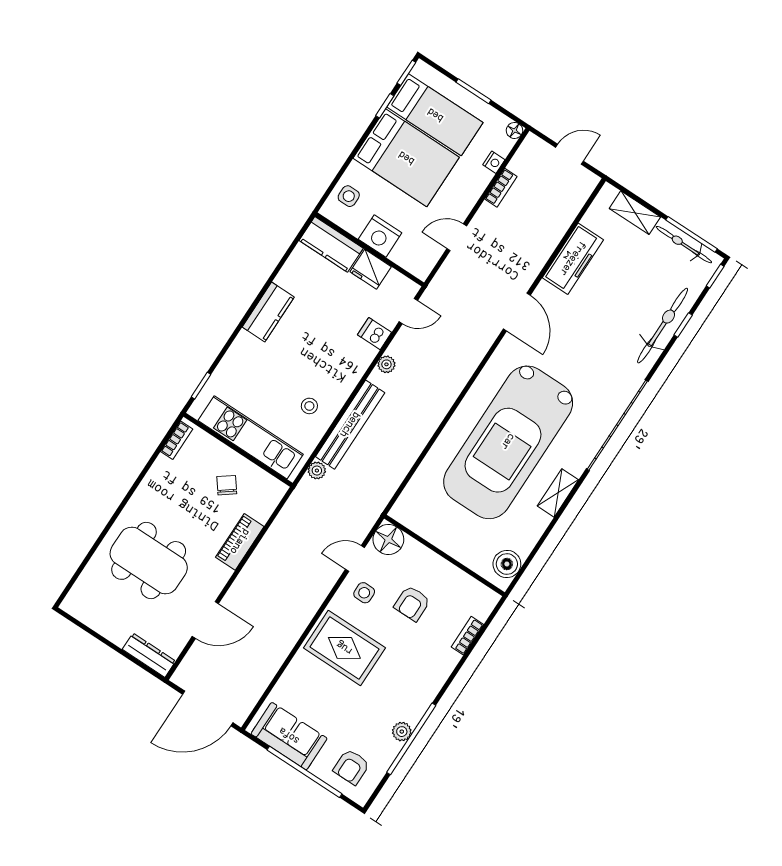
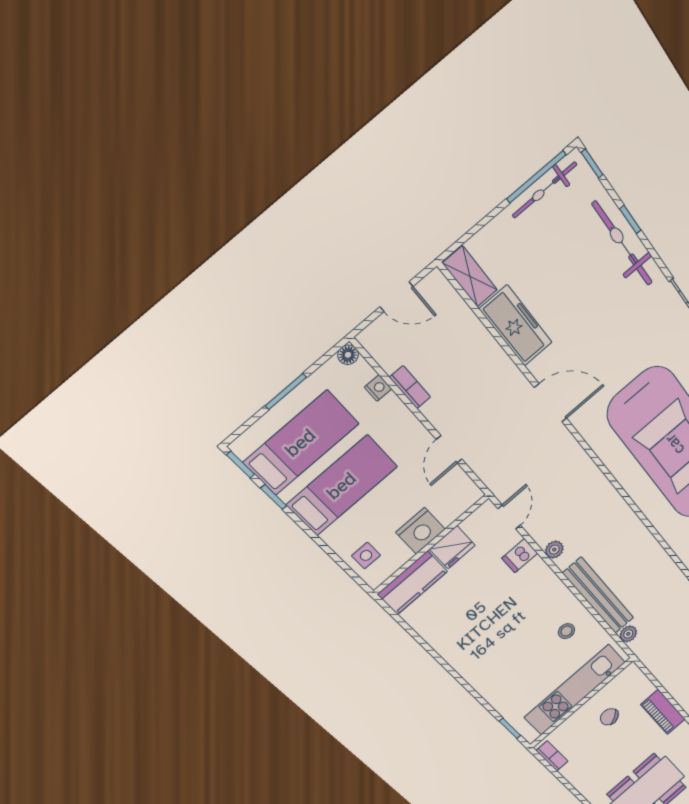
door: (570, 154) -> (396, 297), swing flipped
bed: (406, 158) -> (342, 486), width x0.67
shelving: (635, 213) -> (470, 276), moved, turned 90
kitchen counter: (268, 312) -> (461, 656), removed

